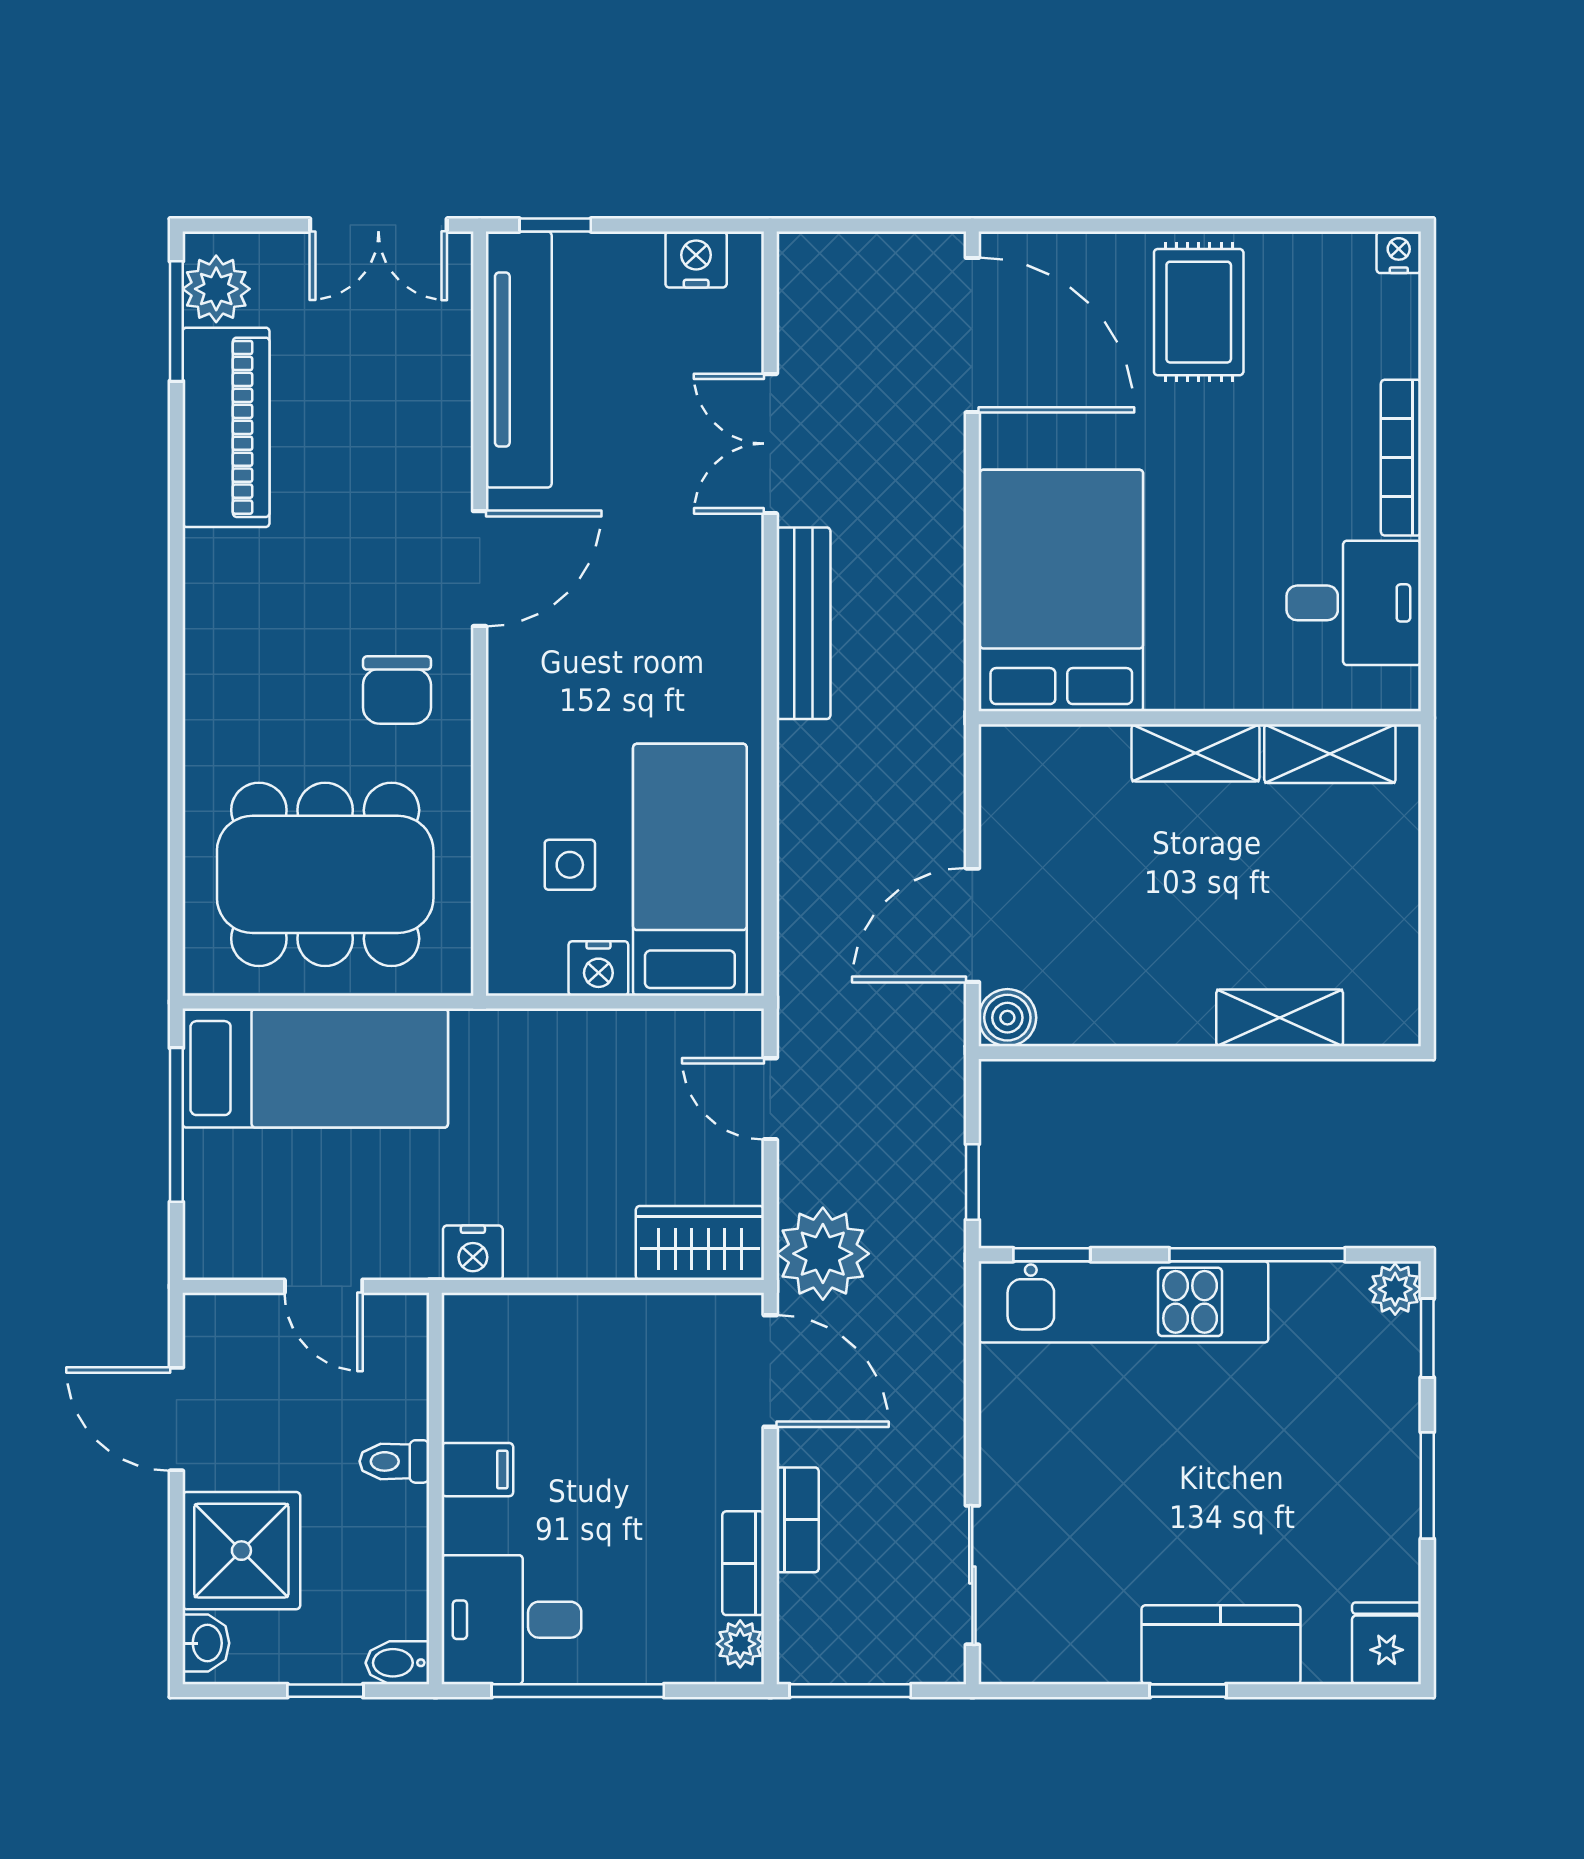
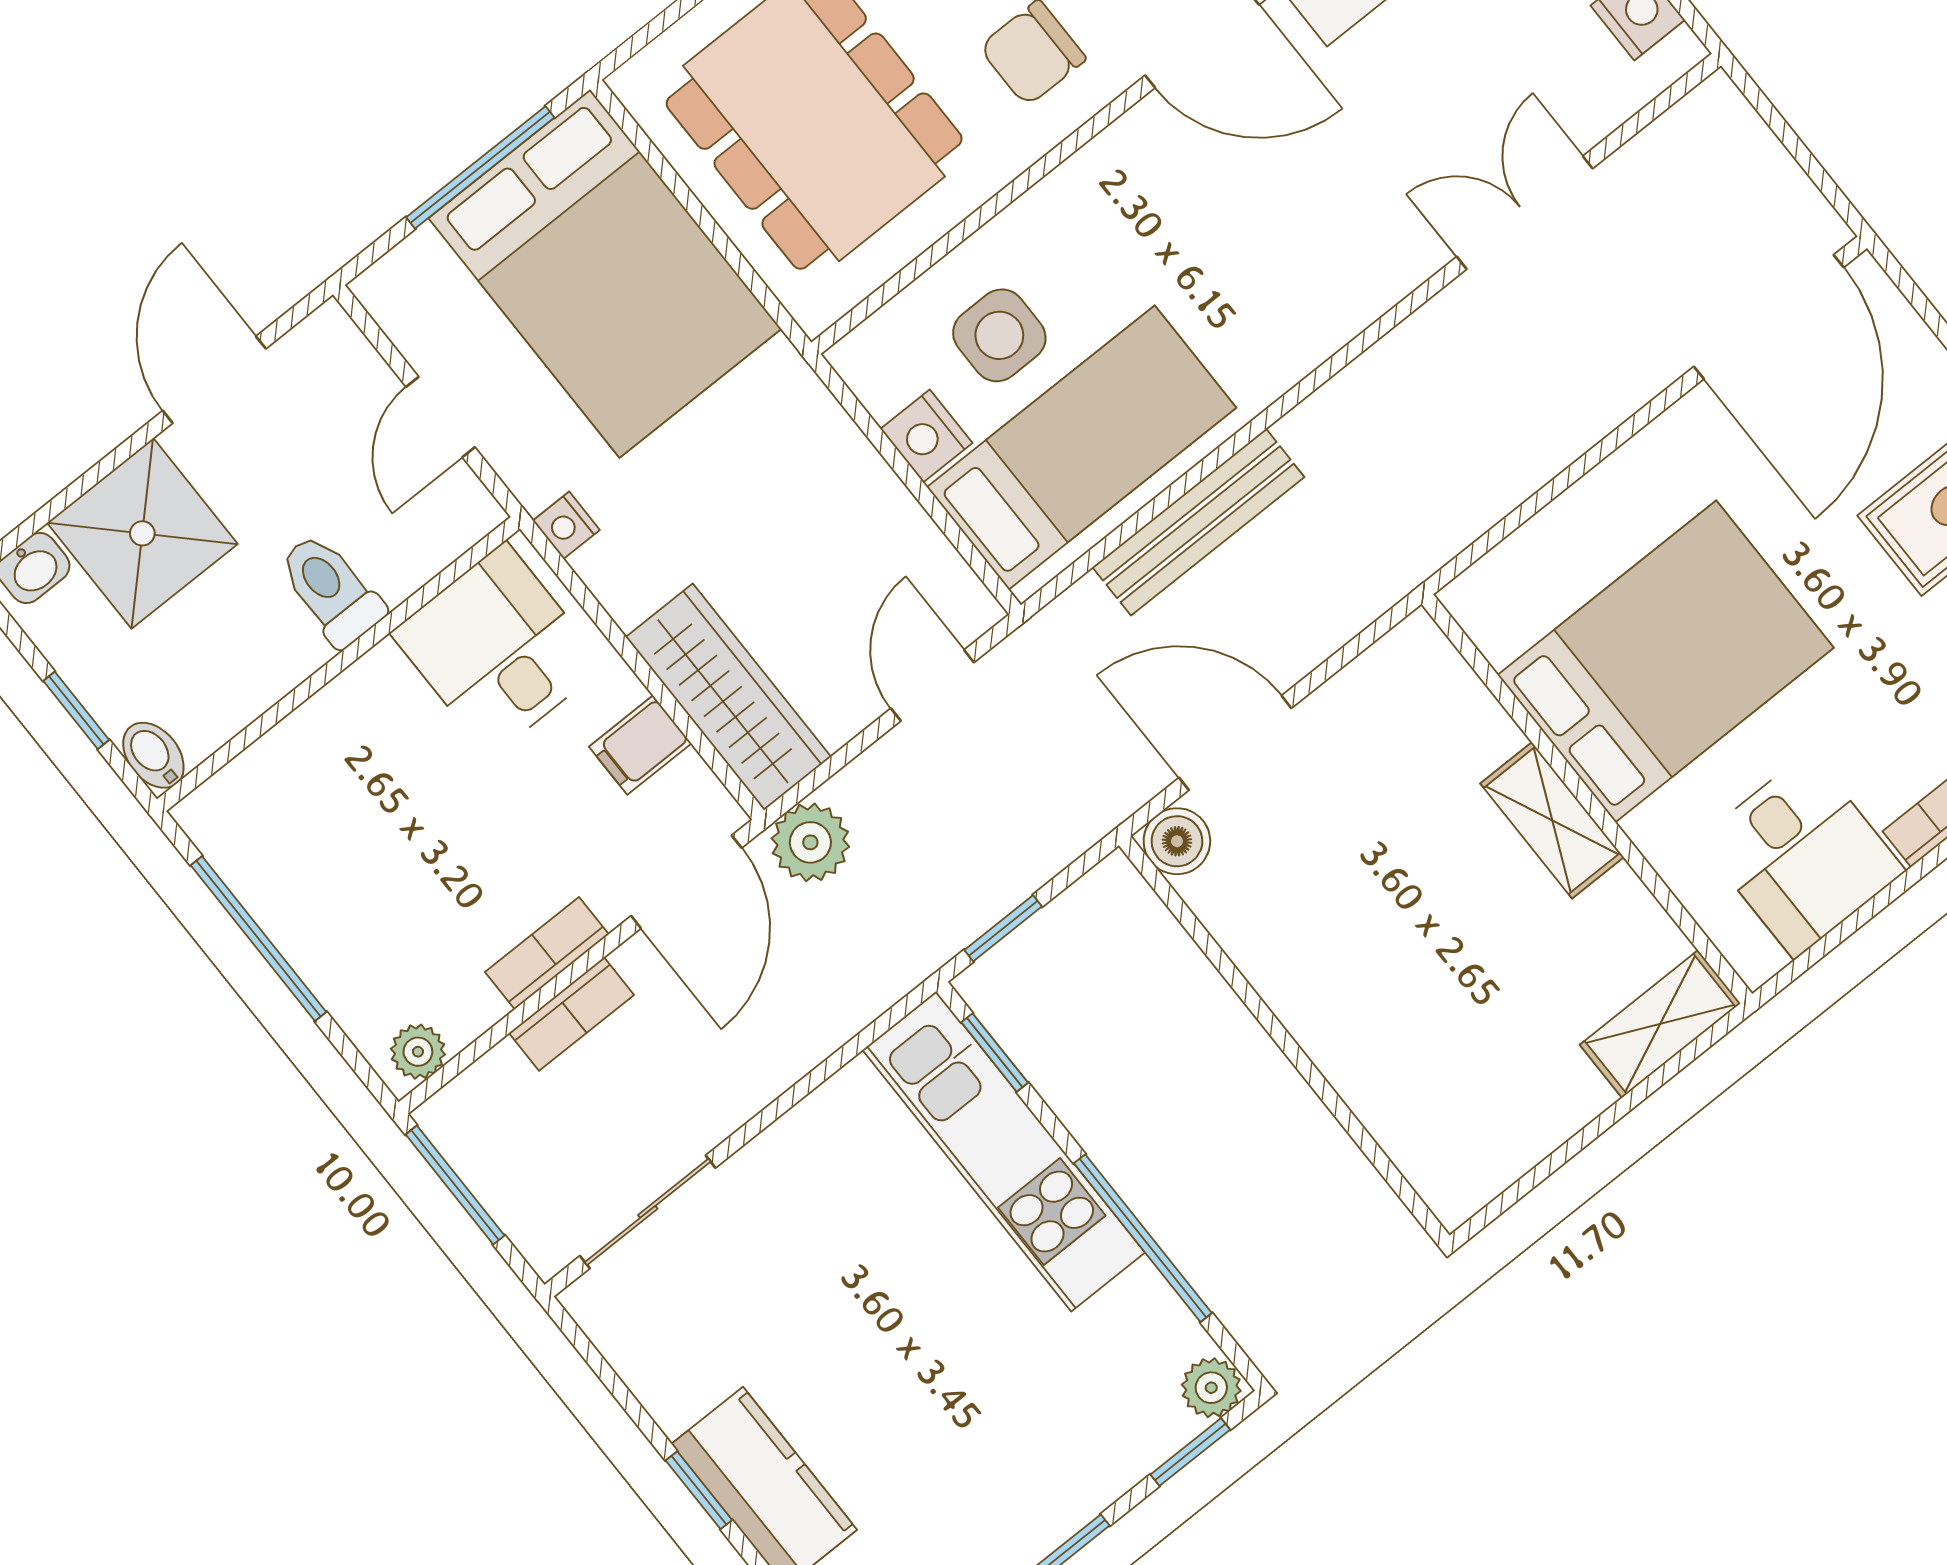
bed: (1061, 591) -> (1666, 661), moved
bench: (803, 623) -> (1198, 522), moved
shelving: (1330, 754) -> (1660, 1024), moved, turned 90
side table: (570, 865) -> (999, 335), width x1.37, depth x1.37
shelving: (1280, 1018) -> (1373, 1087), removed
bed: (315, 1068) -> (605, 274), width x1.50
wardrobe: (700, 1243) -> (728, 697), width x1.50
nightstand: (473, 1253) -> (566, 525), width x0.72, depth x0.74
plant: (823, 1254) -> (810, 842), width x0.73, depth x0.73
toilet: (394, 1461) -> (331, 590), width x1.37, depth x1.39
filing cabinet: (477, 1470) -> (640, 745), moved, turned 90
bookcase: (743, 1563) -> (547, 953), moved
desk: (511, 1620) -> (498, 649), moved

